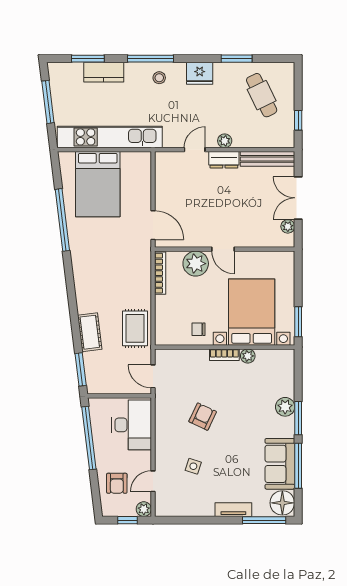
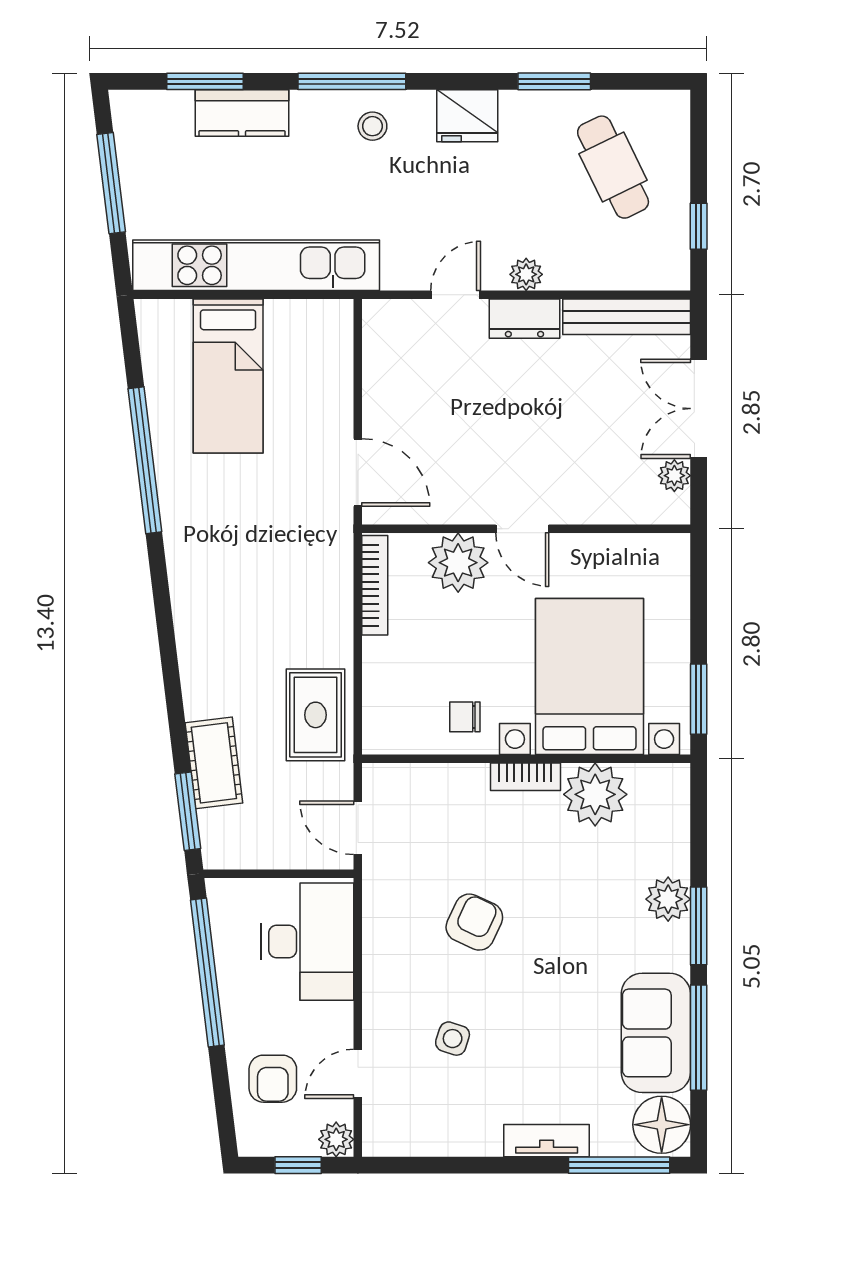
bed: (98, 184) -> (228, 376), width x0.67
cot: (90, 332) -> (214, 763), moved
plant: (248, 356) -> (595, 794), width x1.87, depth x1.87

